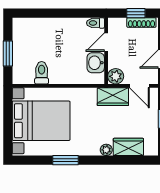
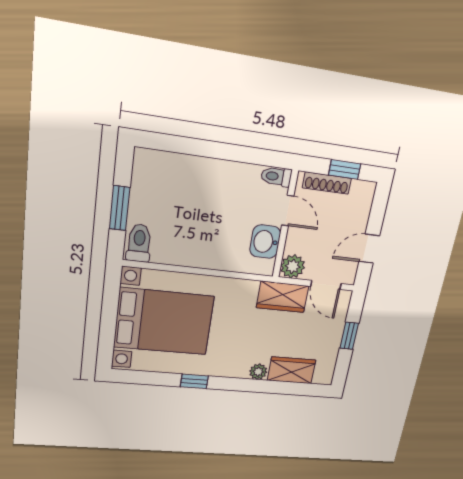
shoe rack: (141, 22) -> (327, 183), moved
door: (106, 42) -> (288, 211), swing flipped
toilet: (42, 73) -> (139, 243), moved
window: (65, 160) -> (194, 381), width x0.67

